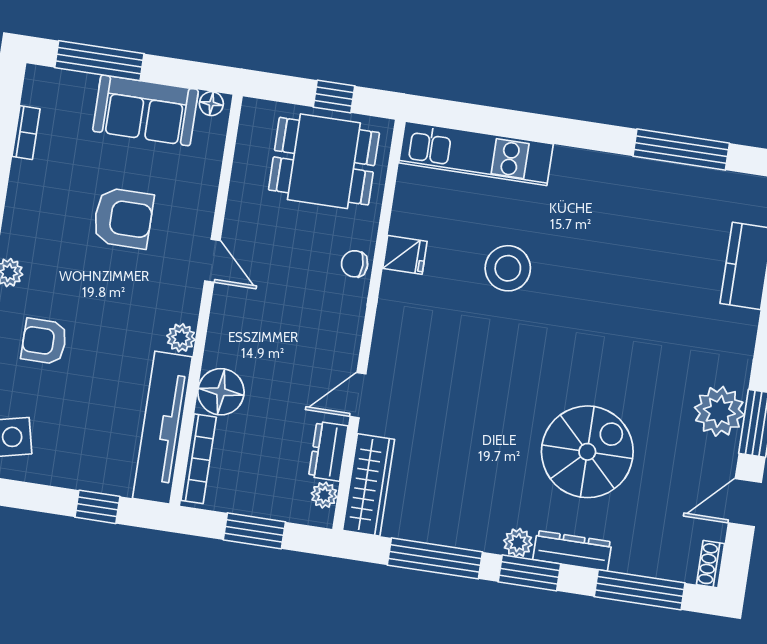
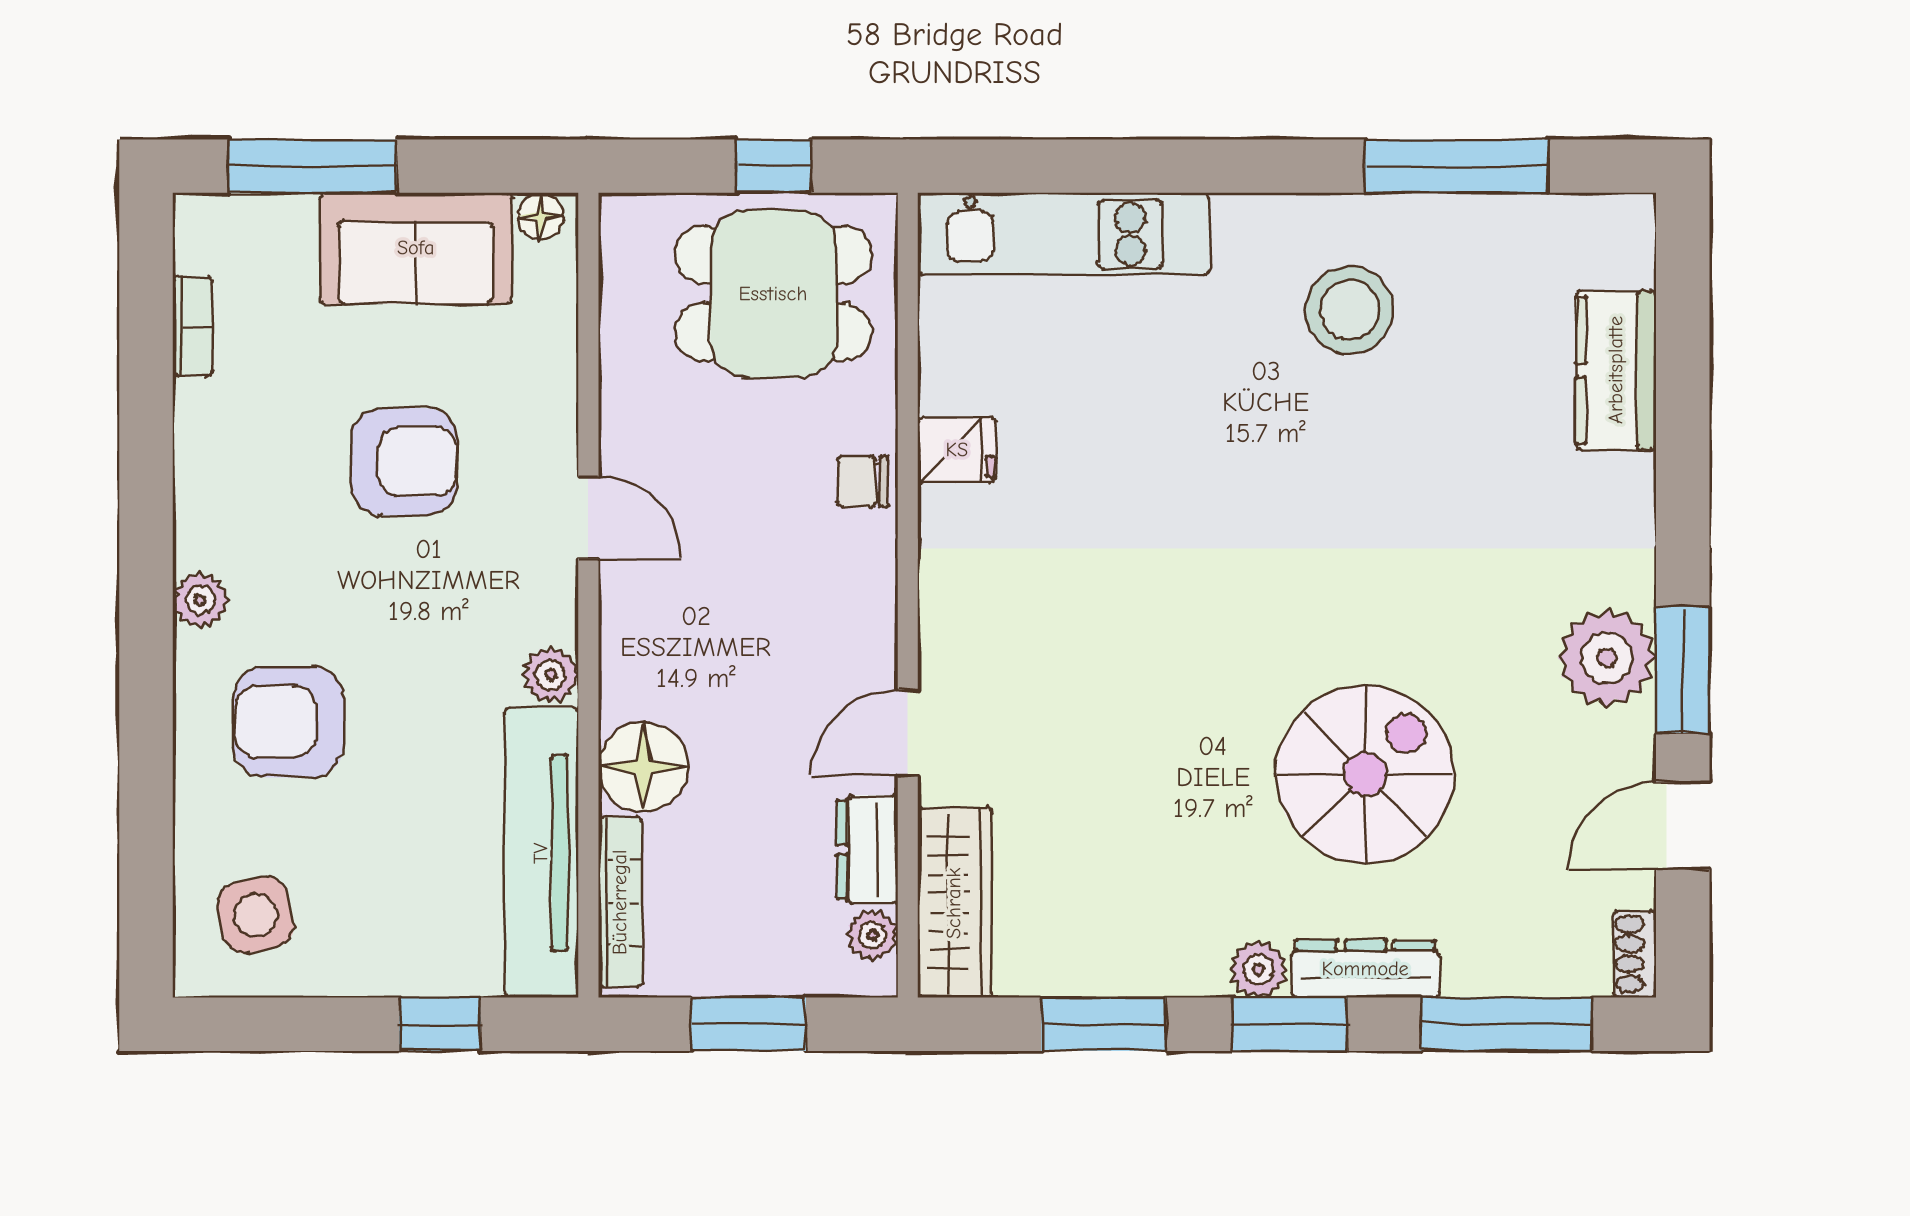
stool: (508, 268) -> (1349, 310), moved
armchair: (44, 341) -> (289, 722), width x1.38, depth x1.38
window: (435, 558) -> (1104, 1024), width x0.69

